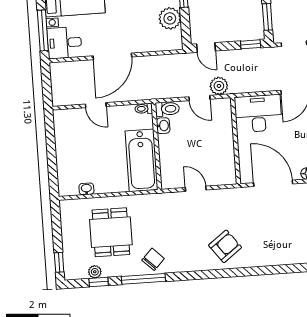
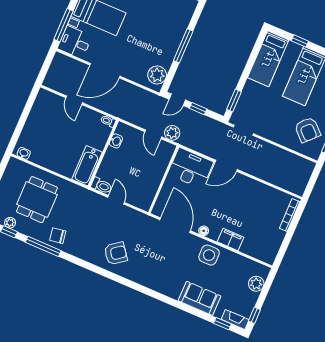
plant: (170, 18) -> (157, 75), moved
window: (251, 44) -> (198, 109), moved
door: (206, 47) -> (177, 100), hinge flipped
toilet: (167, 109) -> (101, 186), moved
bathtub: (142, 160) -> (87, 166), width x0.73, depth x0.73
washbasin: (86, 189) -> (24, 153), moved
chair: (153, 259) -> (58, 236), turned -143

